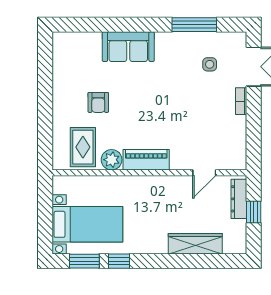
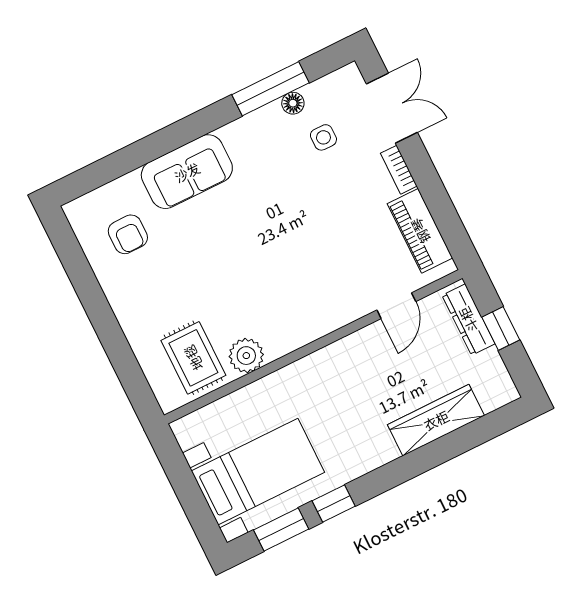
floor lamp: (202, 38) -> (293, 103), added
armchair: (98, 102) -> (128, 234), moved
piano: (146, 160) -> (420, 231), moved, turned -90

